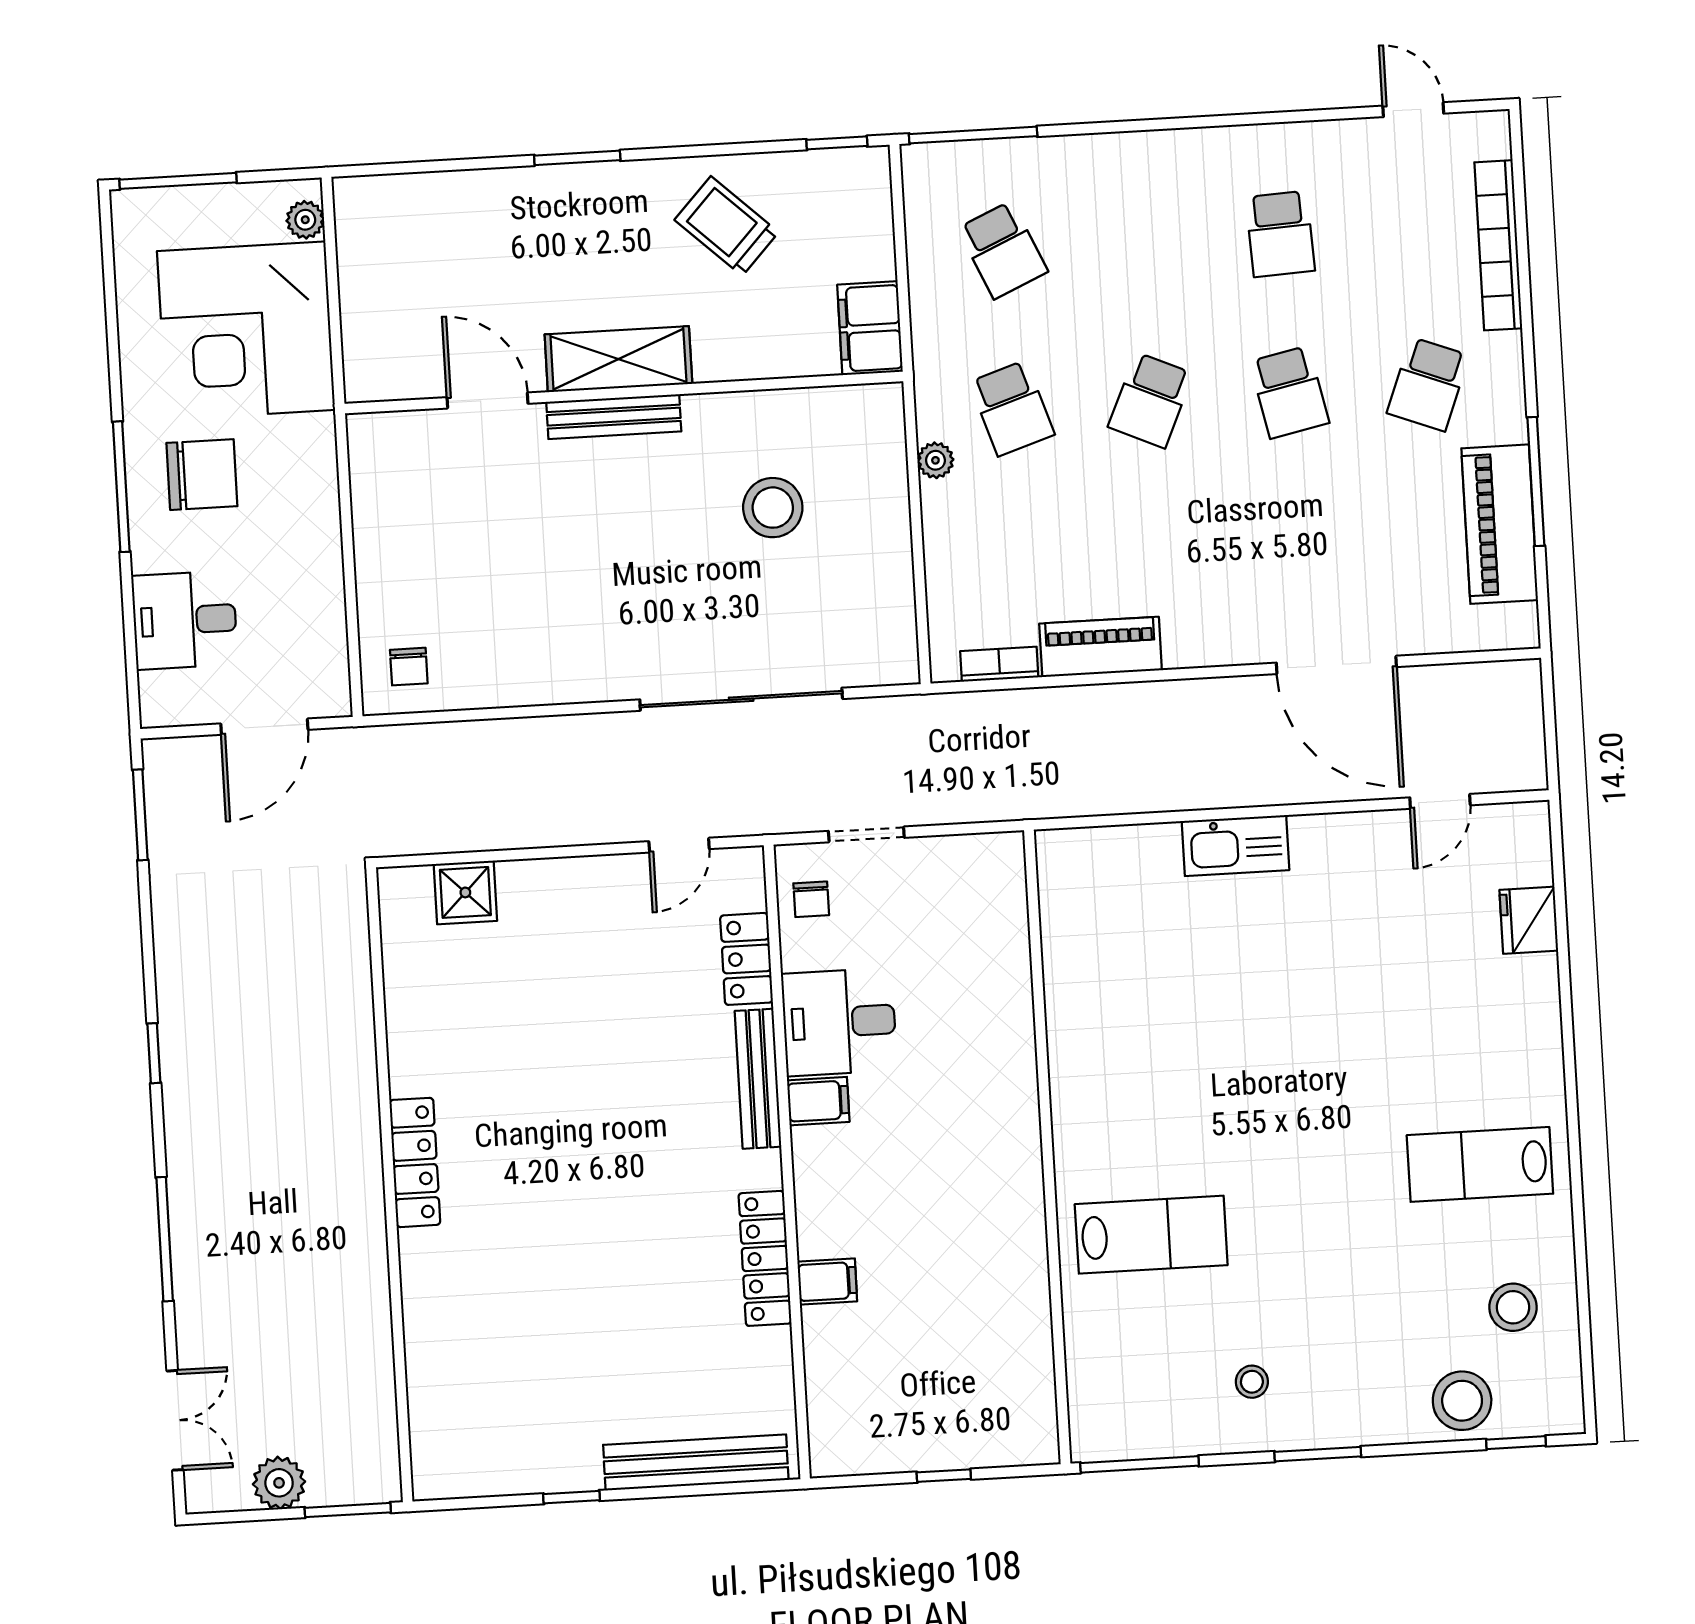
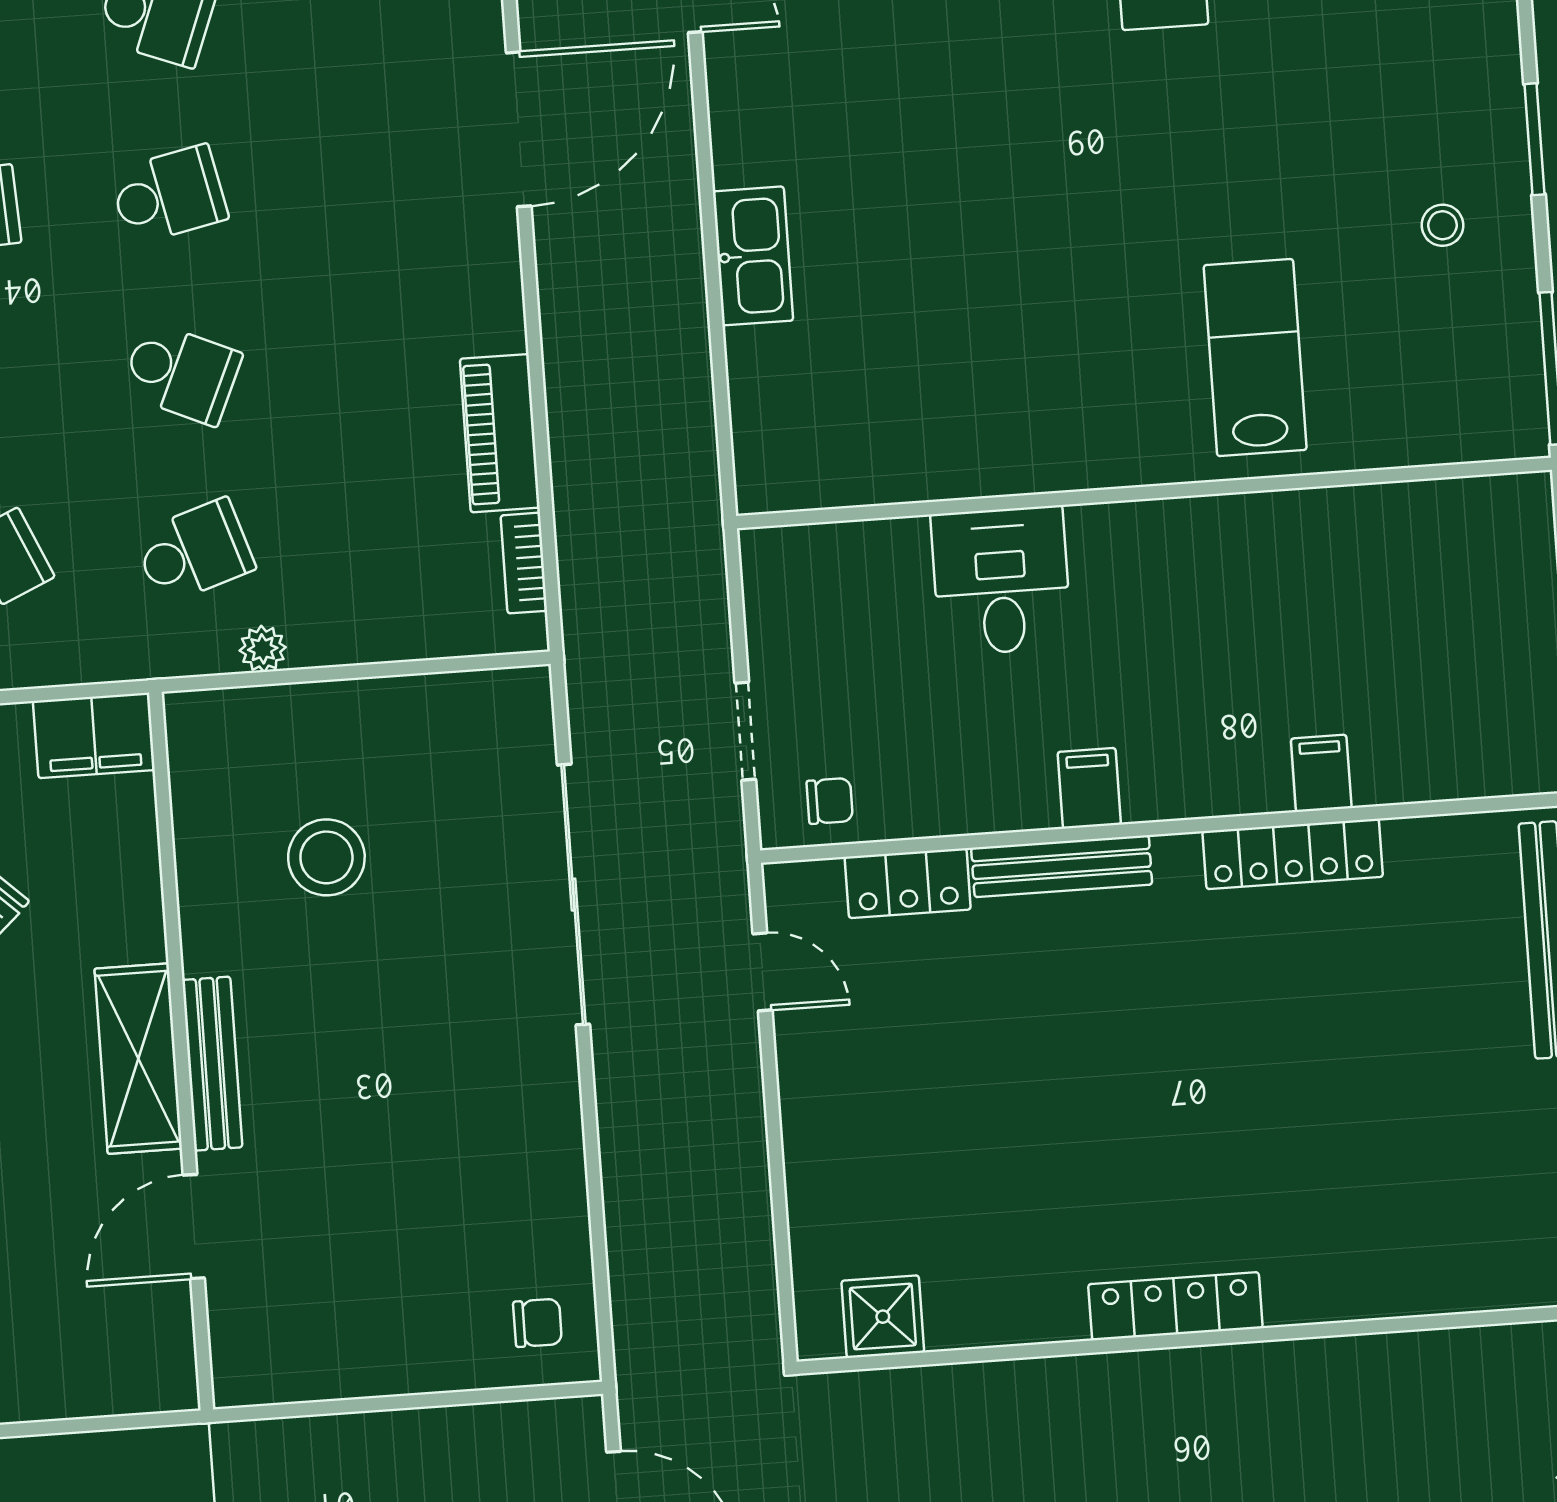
shower: (465, 892) -> (883, 1317), moved
desk: (839, 1022) -> (1001, 581), moved, turned 180

